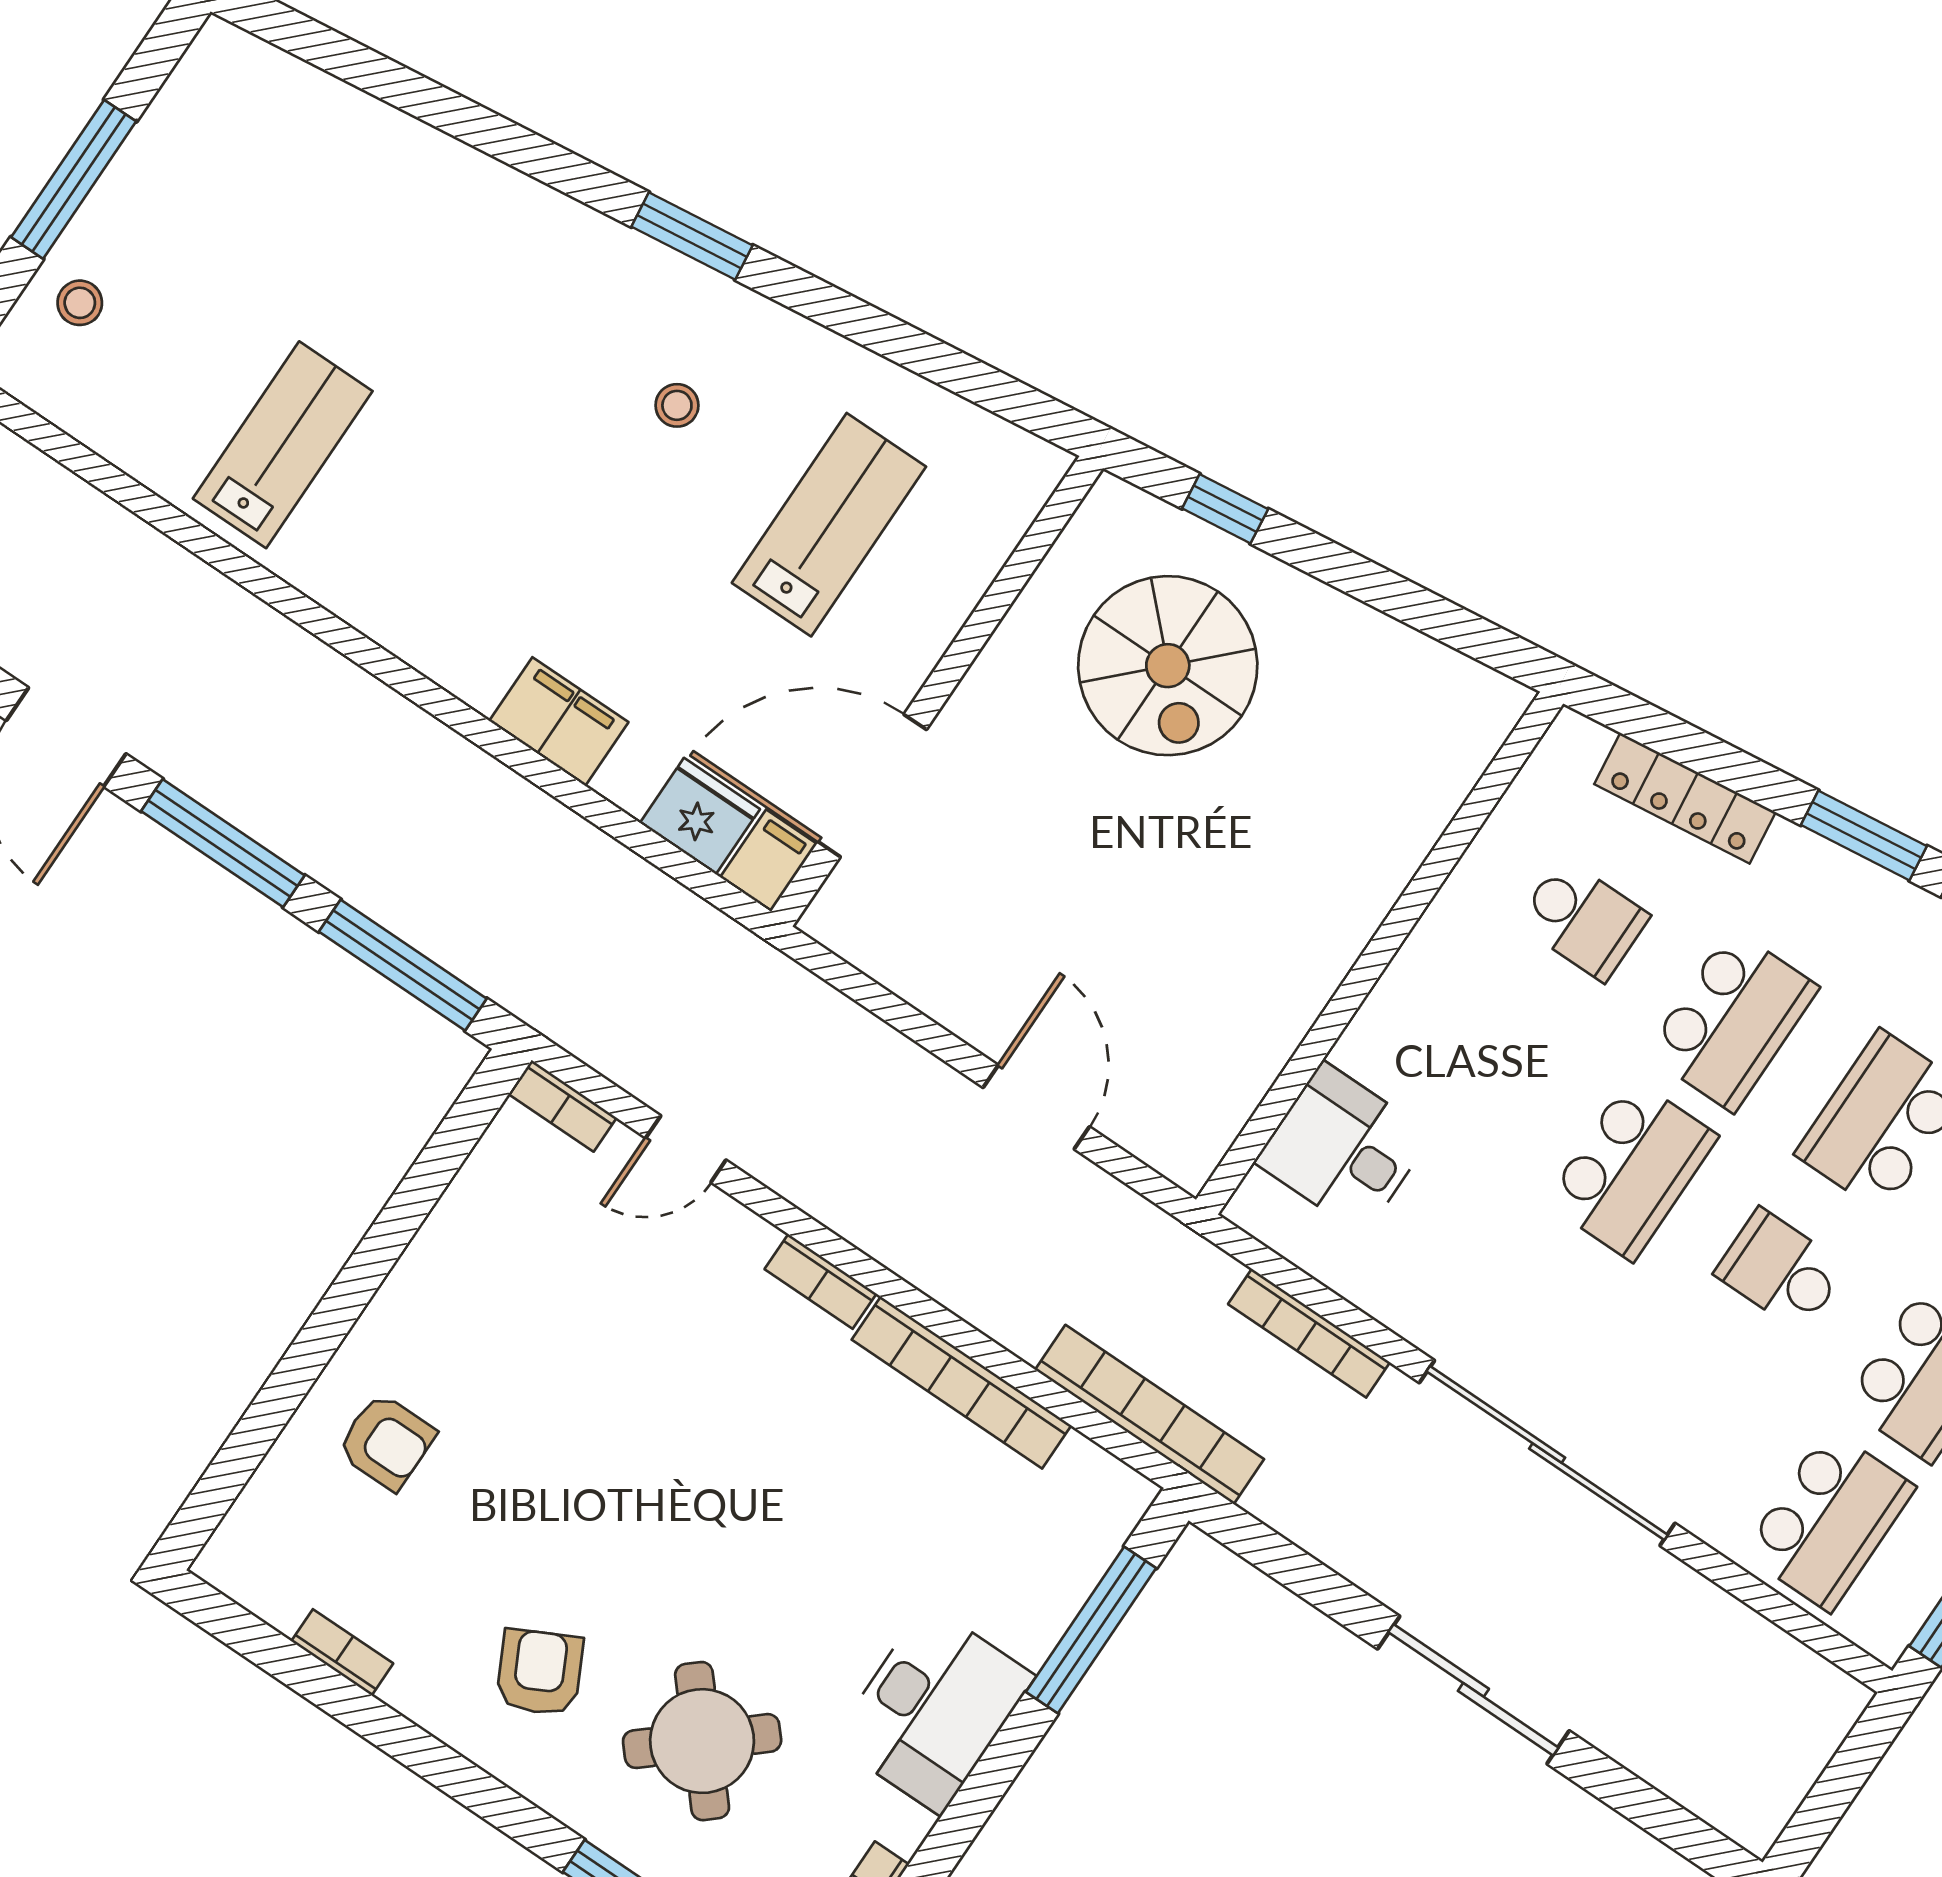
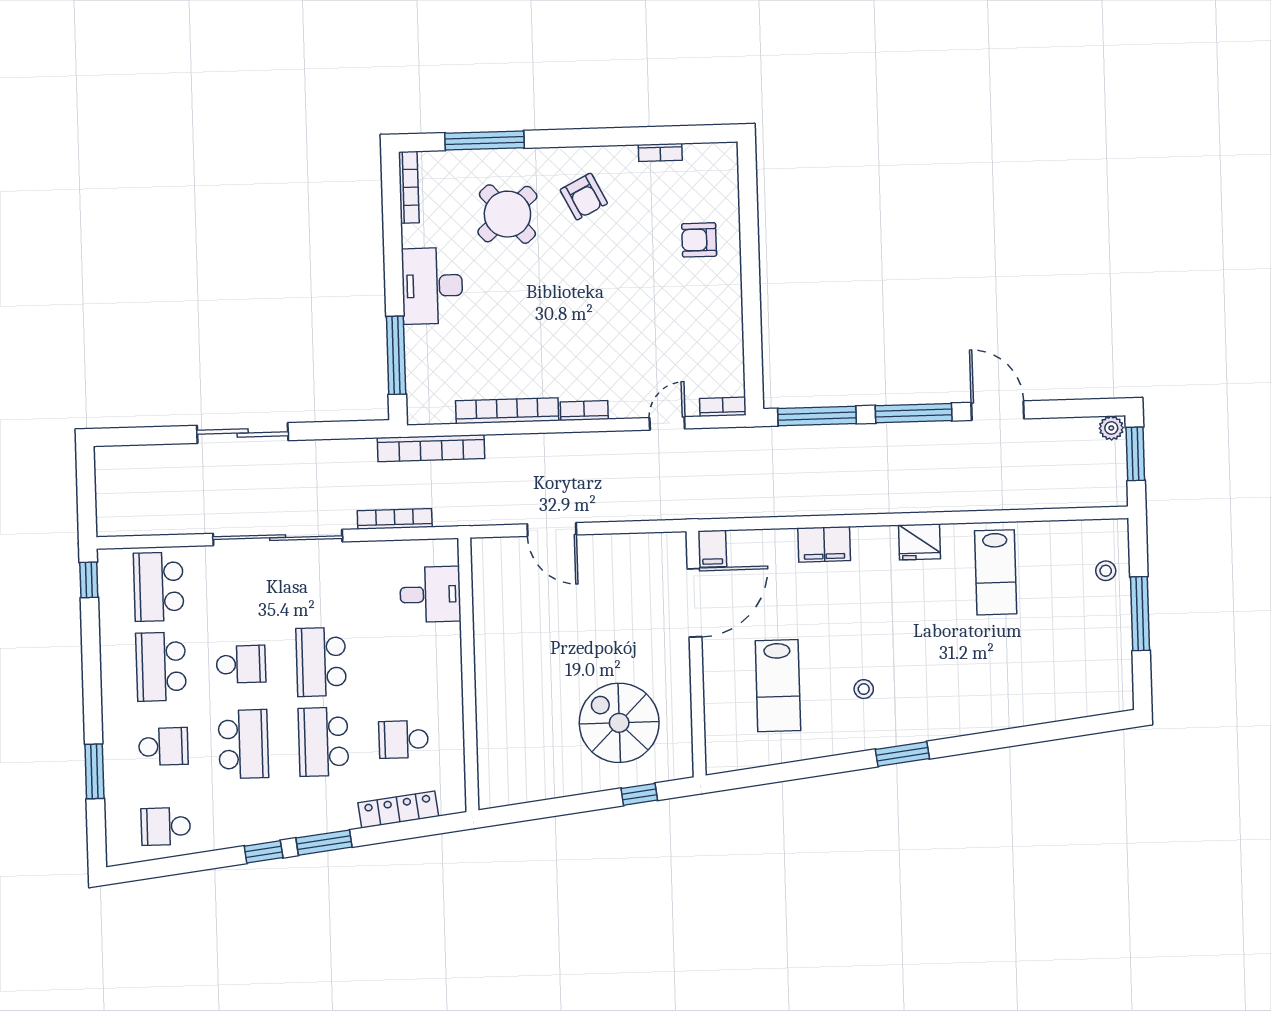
fridge: (700, 816) -> (920, 542), moved

